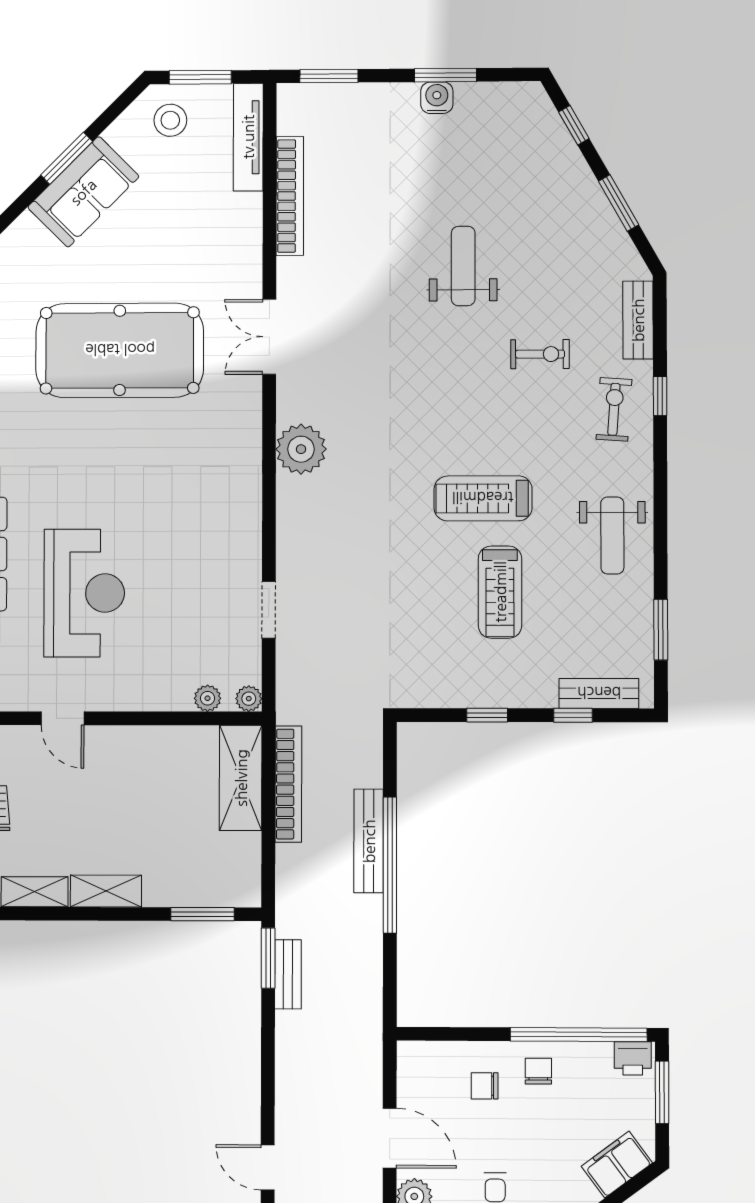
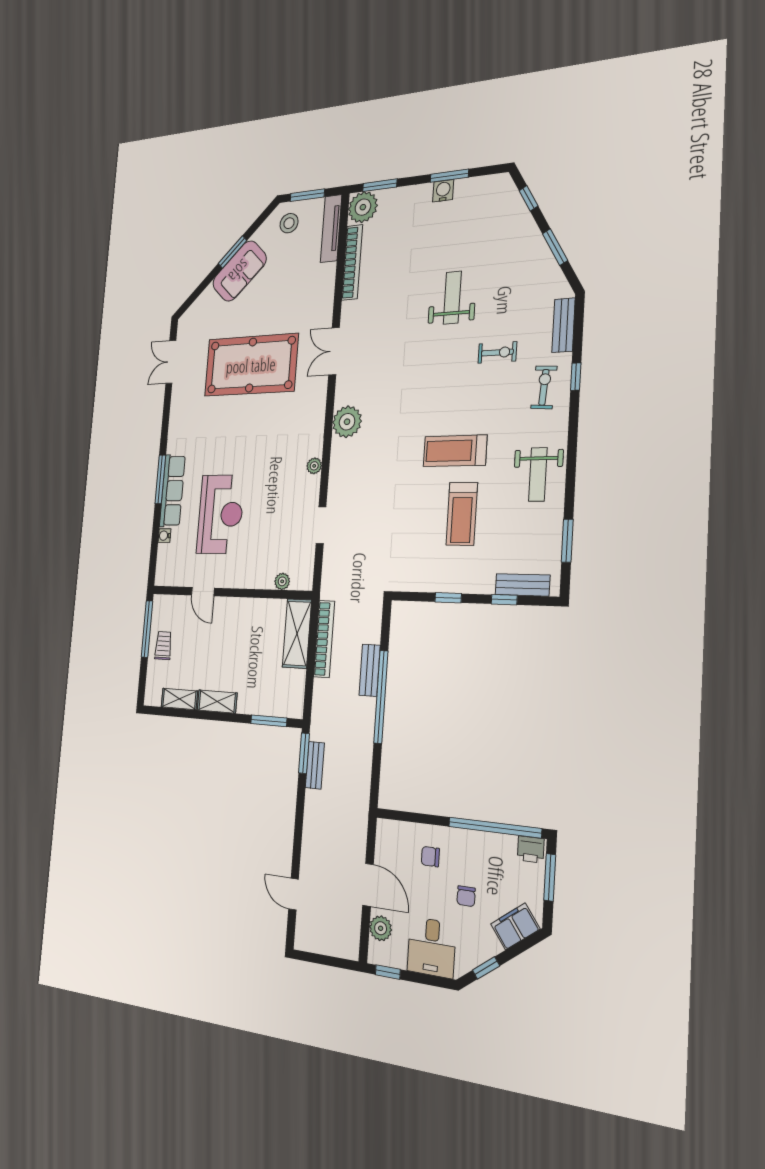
plant: (302, 108) -> (363, 207), added
plant: (249, 699) -> (314, 466), moved
bench: (369, 841) -> (370, 670), width x0.73
chair: (538, 1071) -> (466, 896), moved, turned 180

